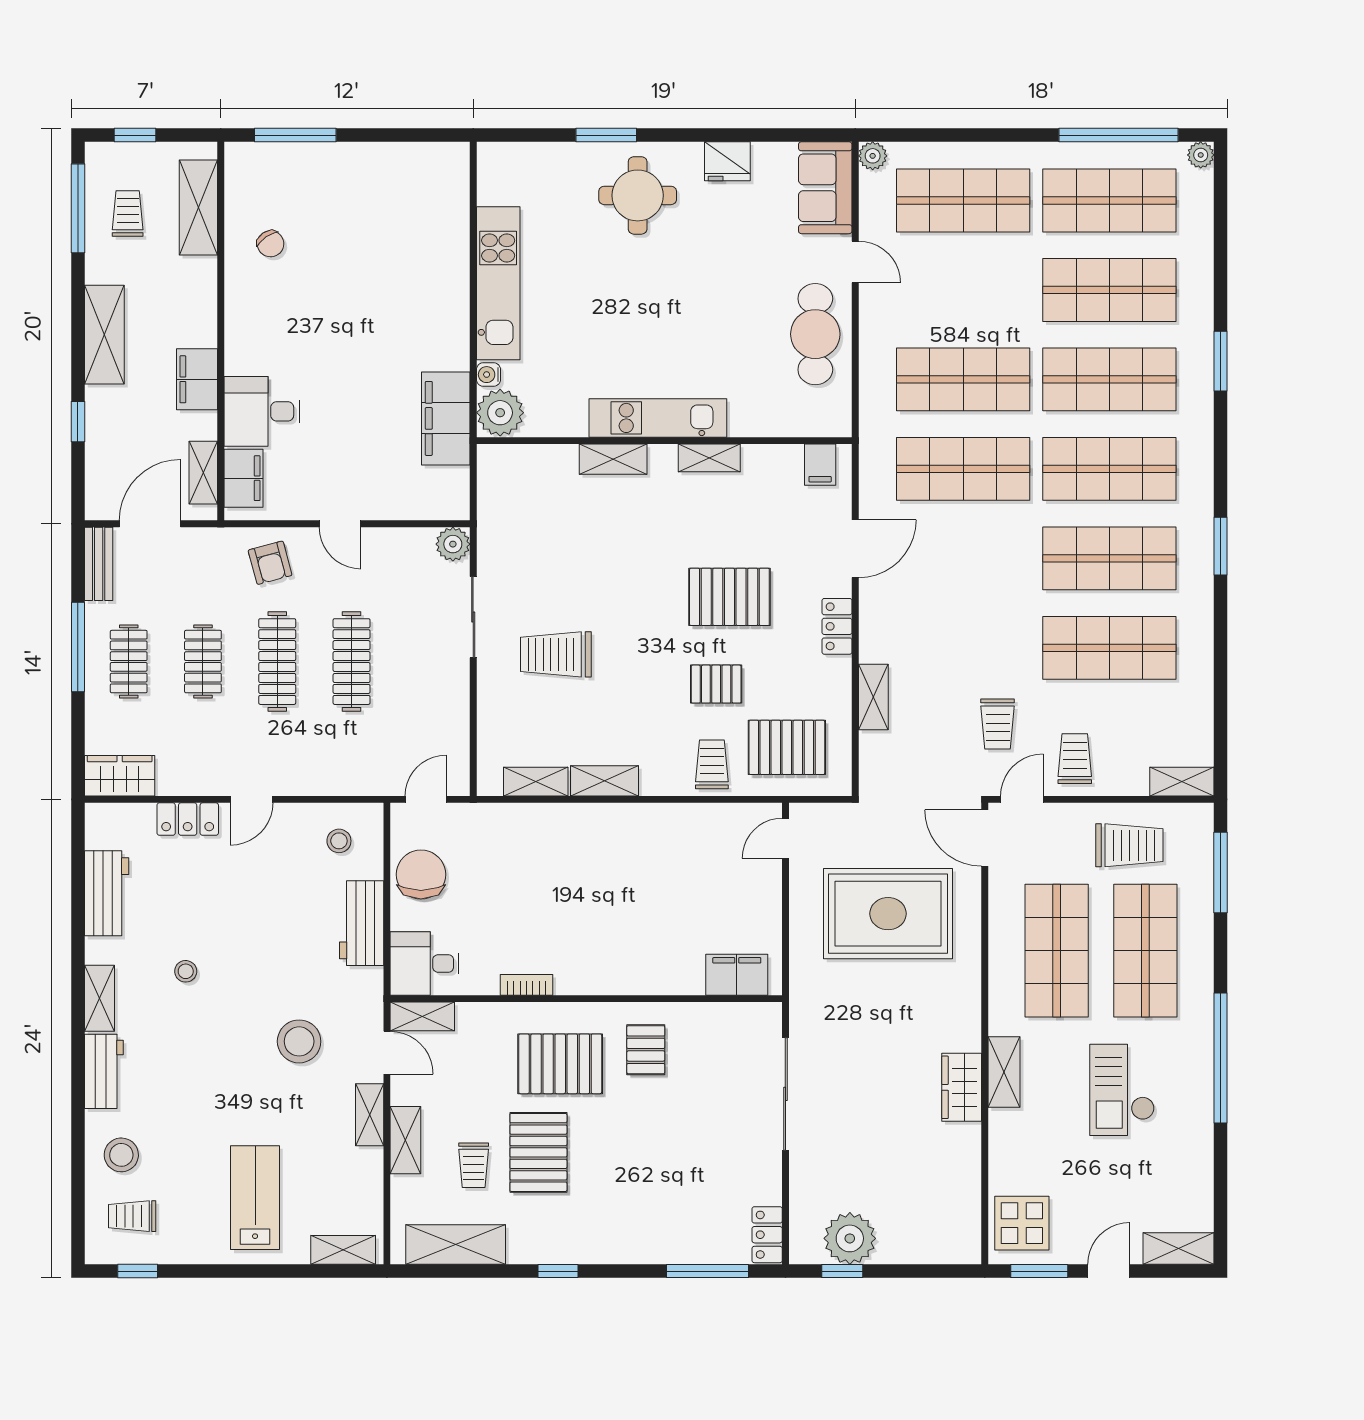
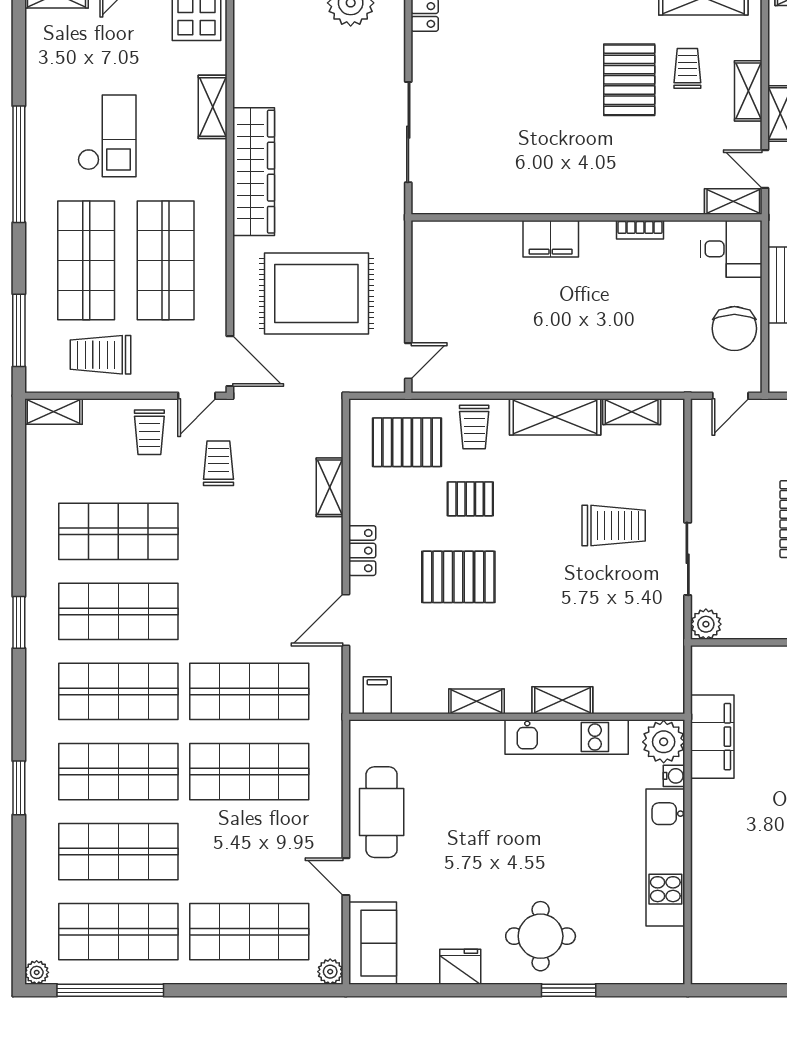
kitchen unit: (658, 418) -> (567, 737), moved
shelving: (604, 781) -> (555, 417), width x1.50, depth x1.33
filing cabinet: (737, 975) -> (551, 239), moved
pallet: (646, 1050) -> (533, 172), removed
pallet: (560, 1064) -> (610, 159), removed
shelving: (1004, 1072) -> (213, 107), moved
wardrobe: (962, 1087) -> (254, 172), width x2.10, depth x1.17

